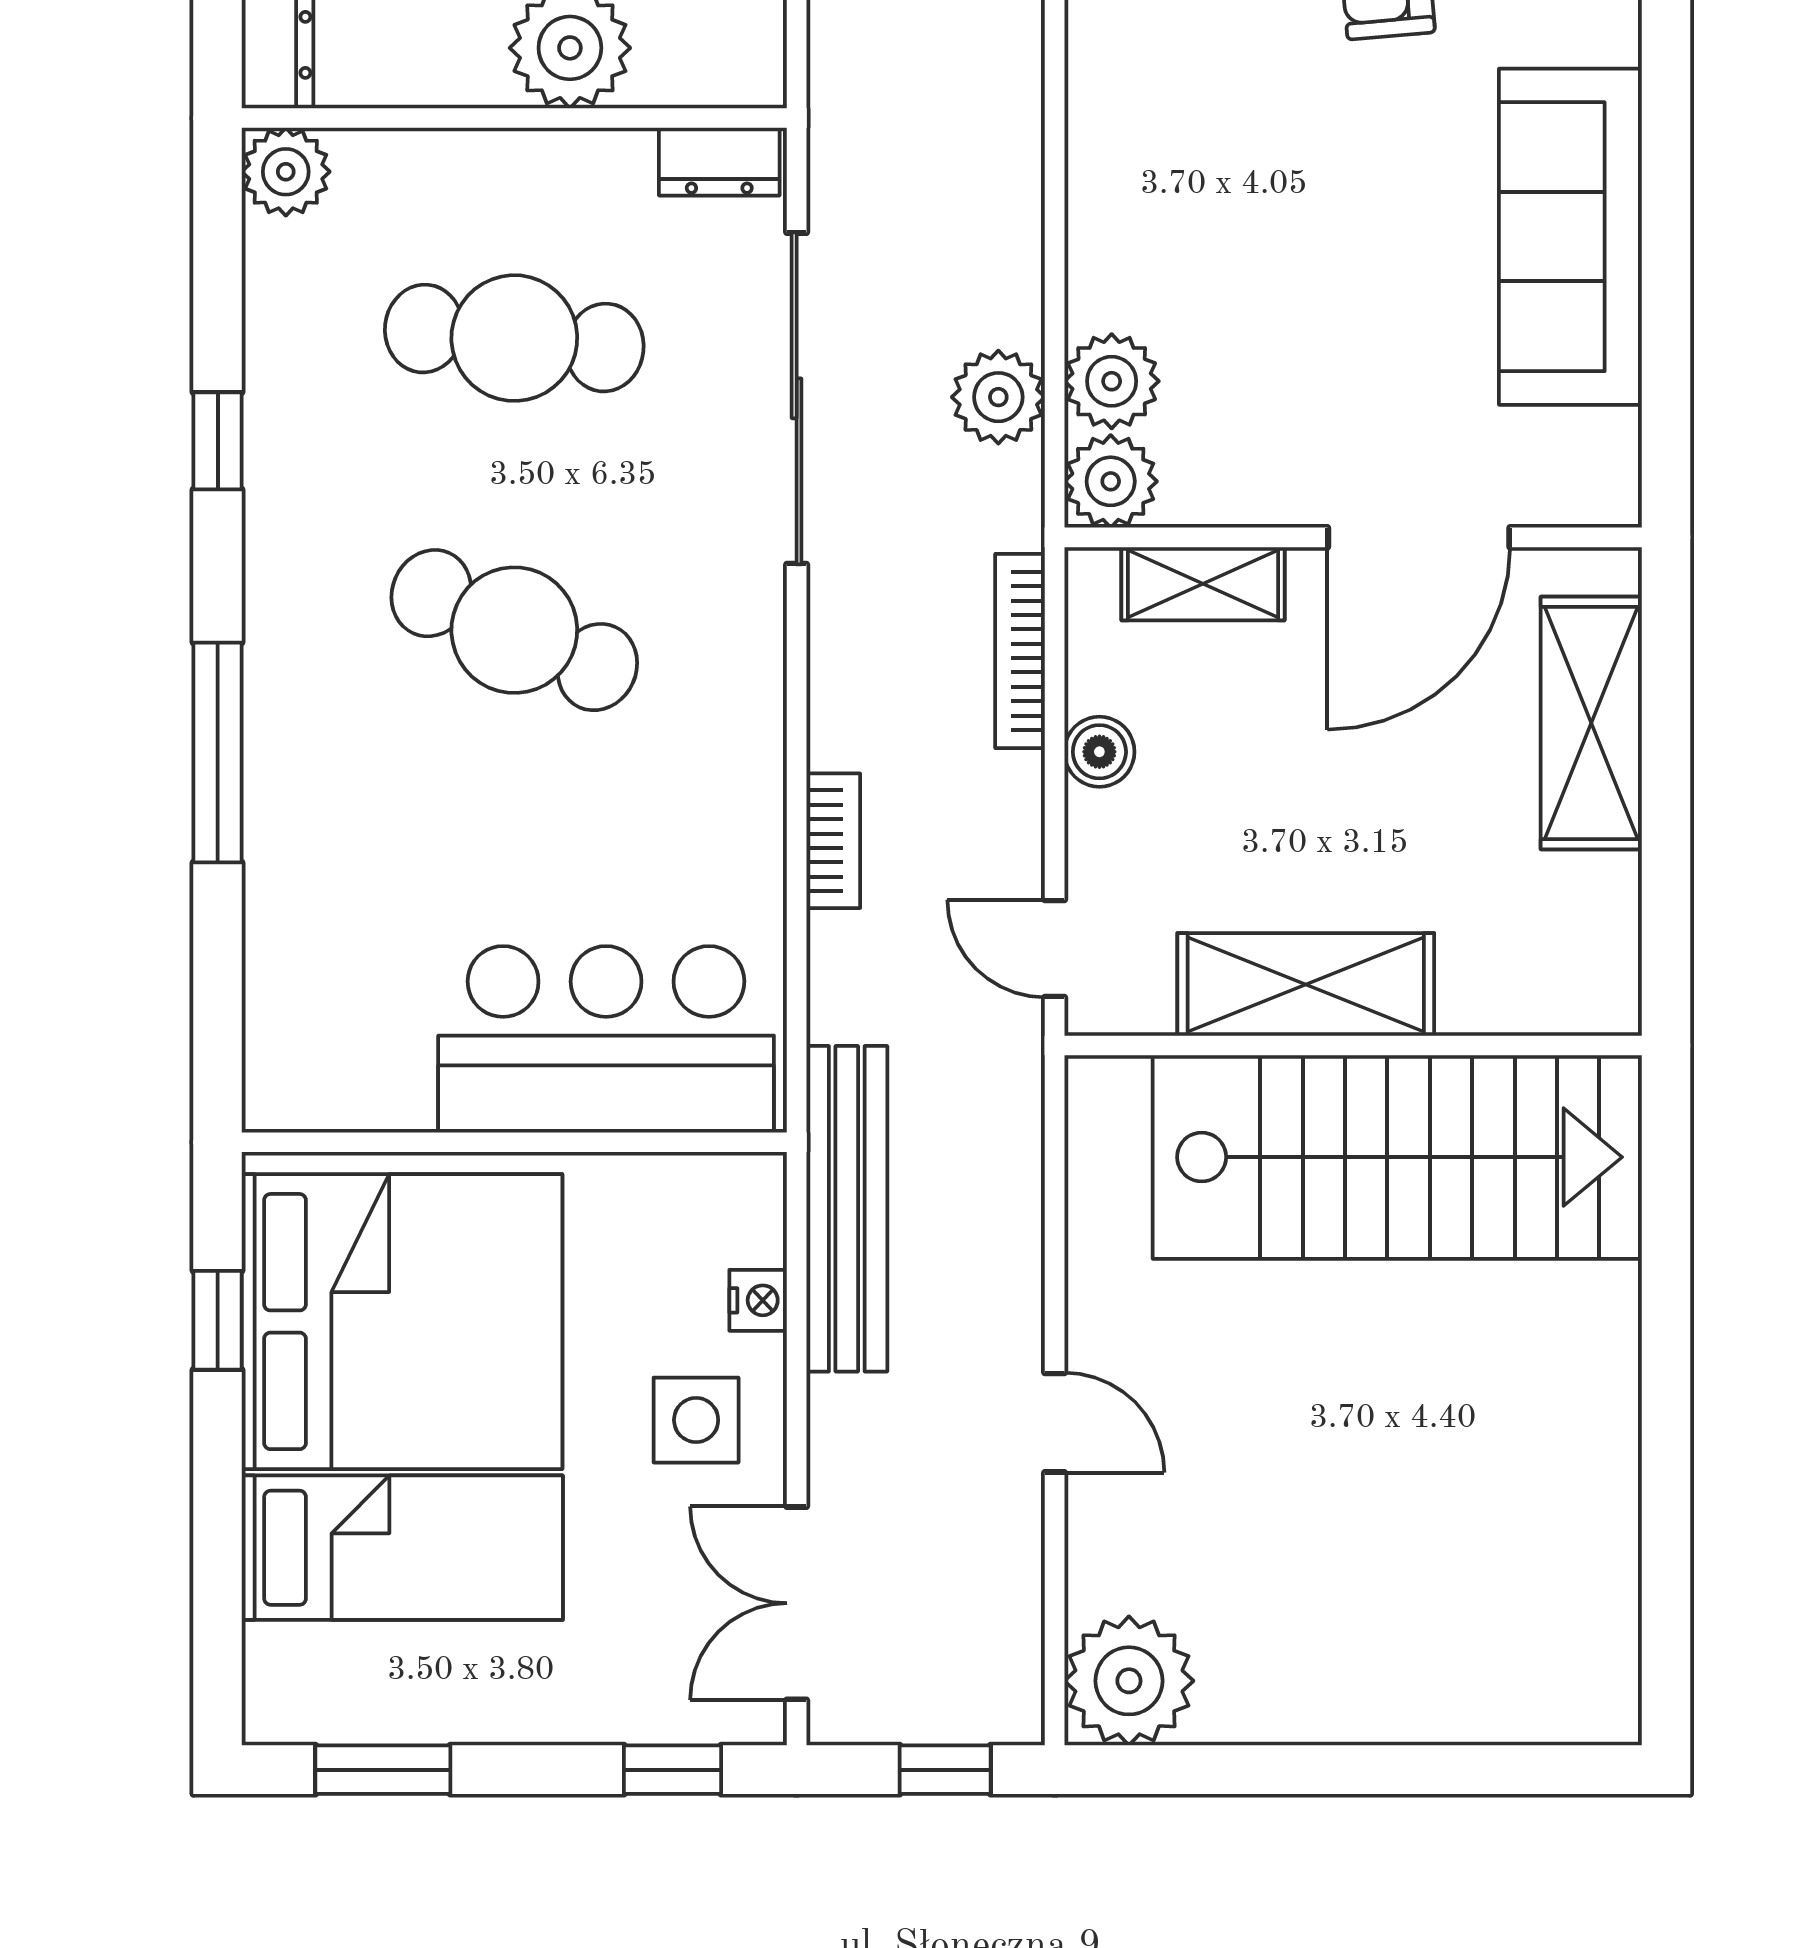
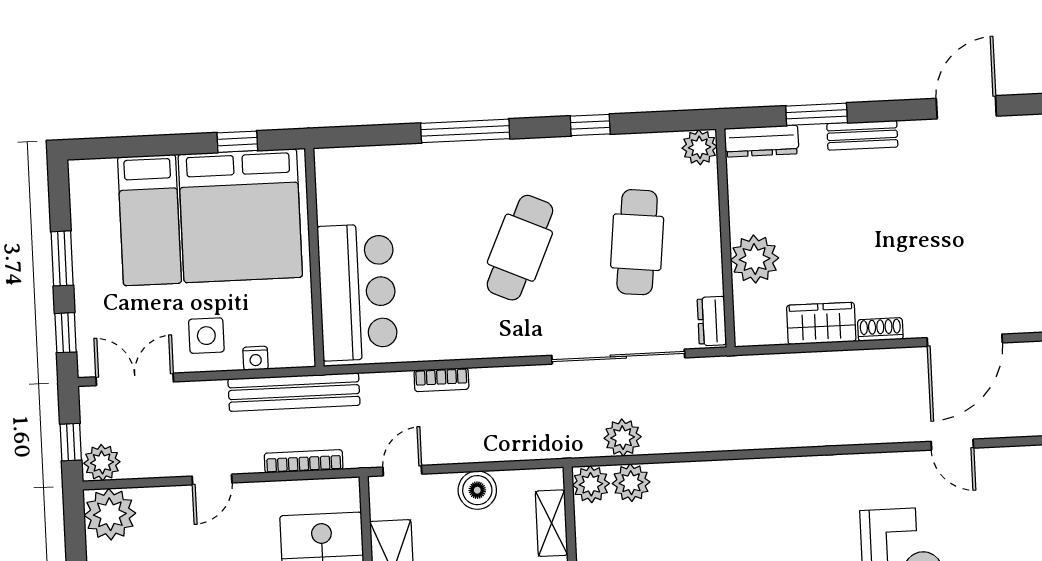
bookcase: (1020, 651) -> (304, 461), moved
boiler: (1099, 752) -> (477, 490), width x1.36, depth x1.36
plant: (999, 1694) -> (102, 463), added
window: (383, 1770) -> (62, 258), moved

